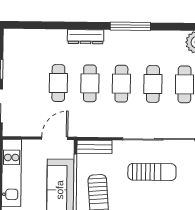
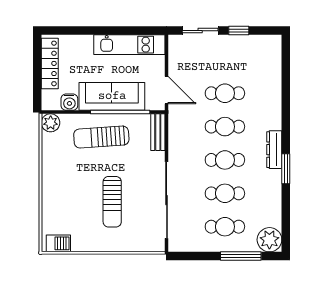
window: (130, 26) -> (286, 169), width x0.69
dresser: (86, 37) -> (274, 150), moved
sun lounger: (152, 172) -> (112, 202), moved

